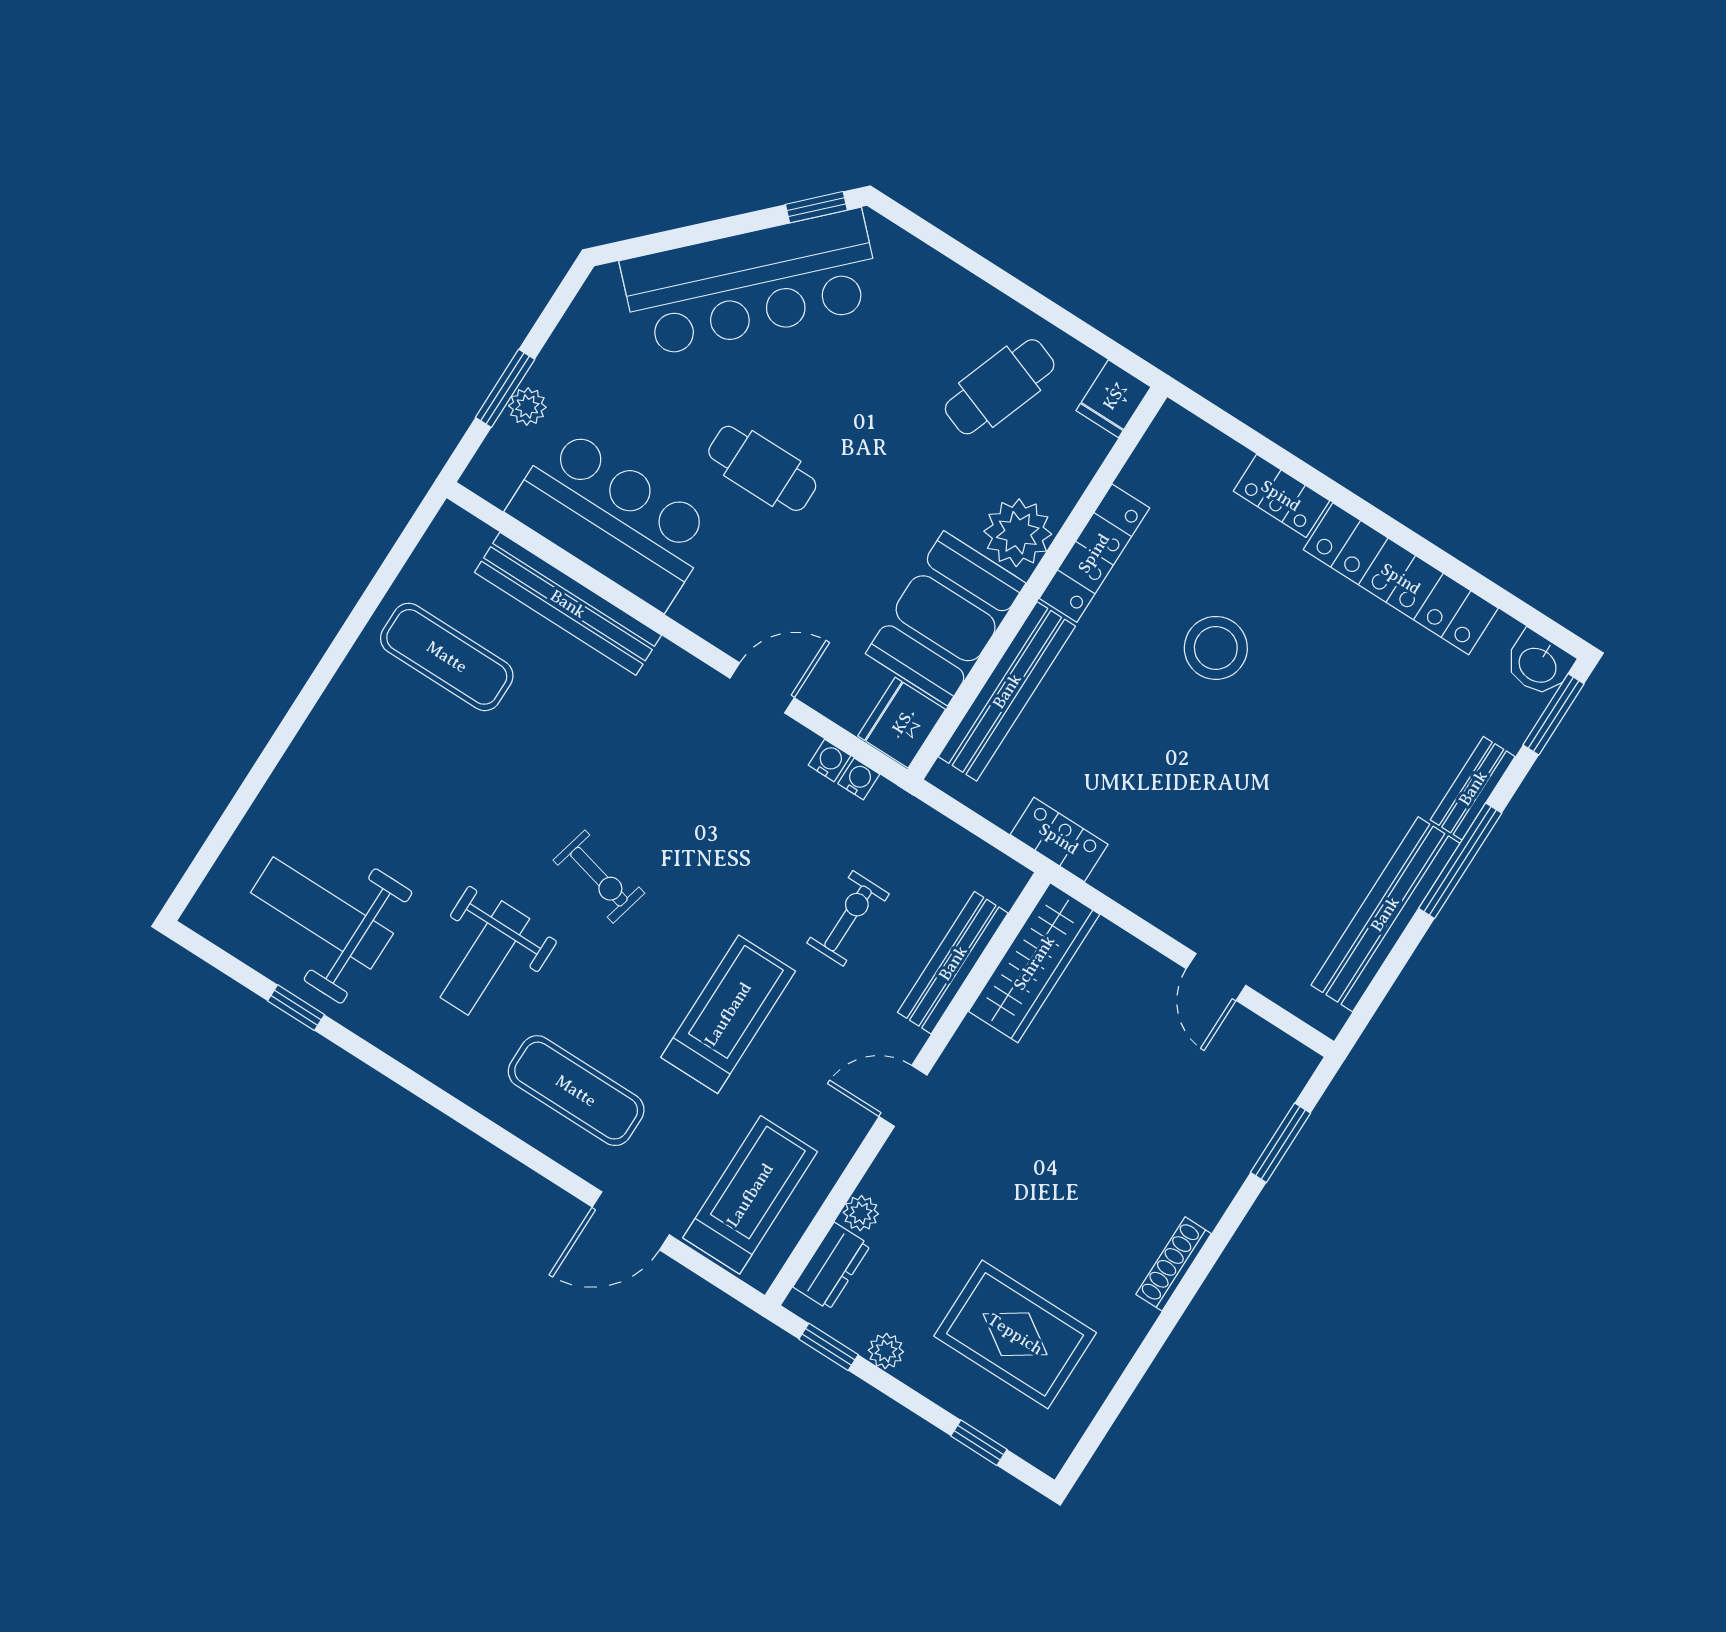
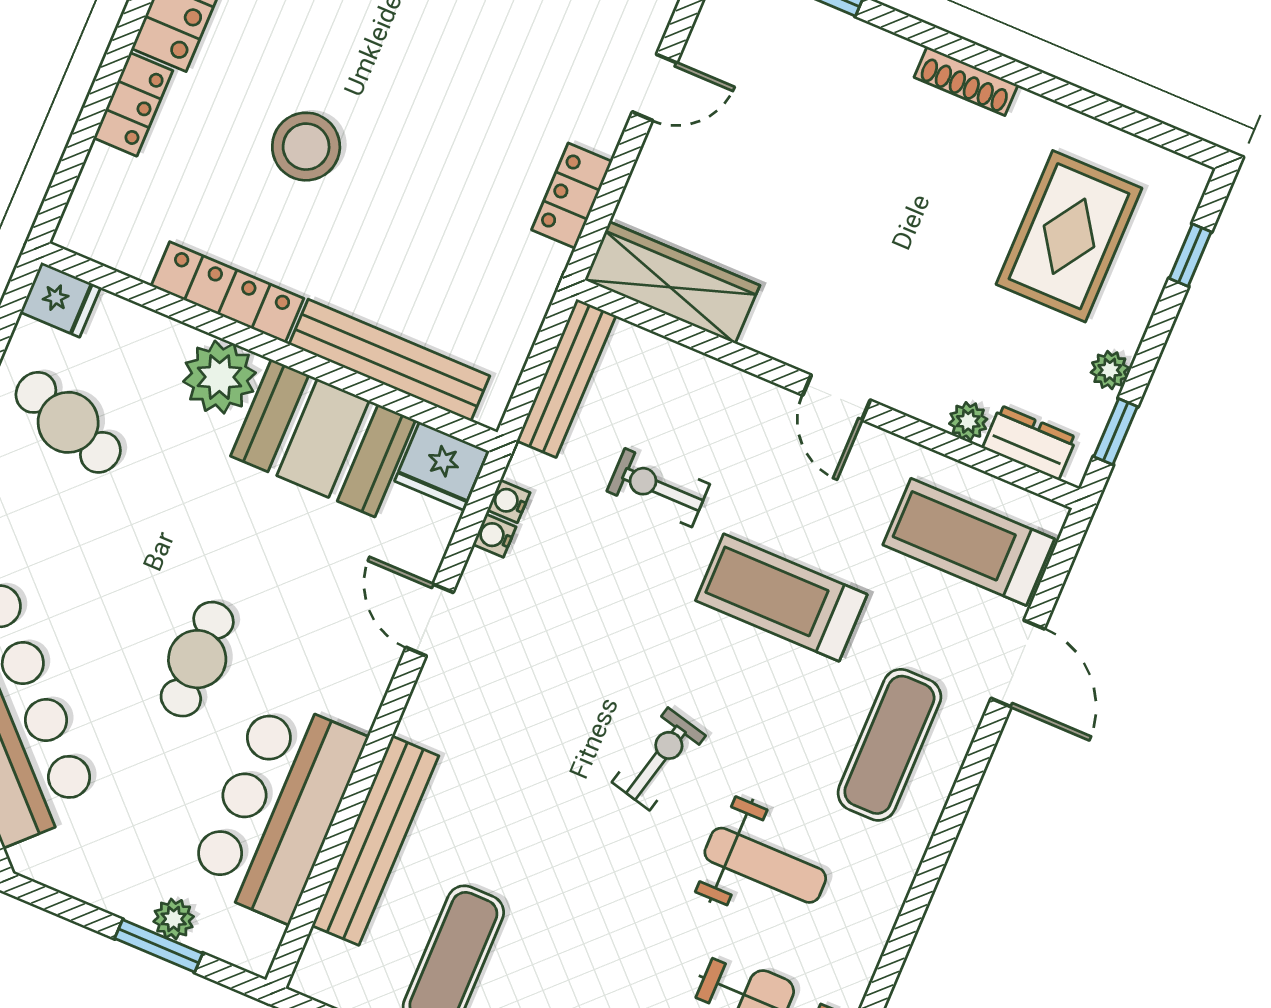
locker: (1059, 839) -> (572, 196), moved
bench: (953, 963) -> (566, 378), moved, turned 90

